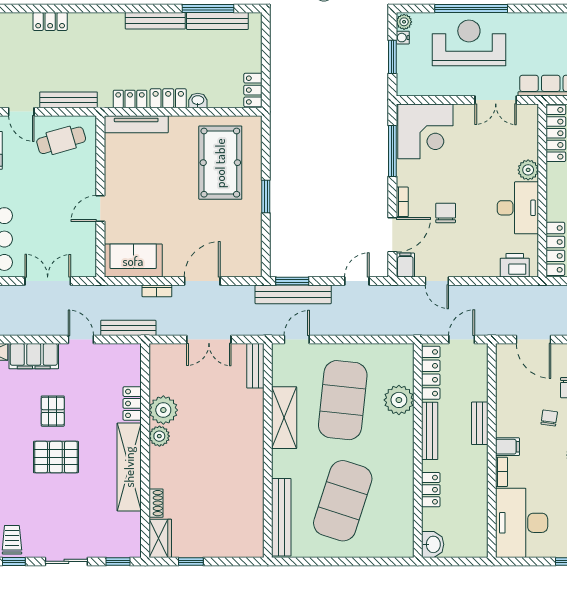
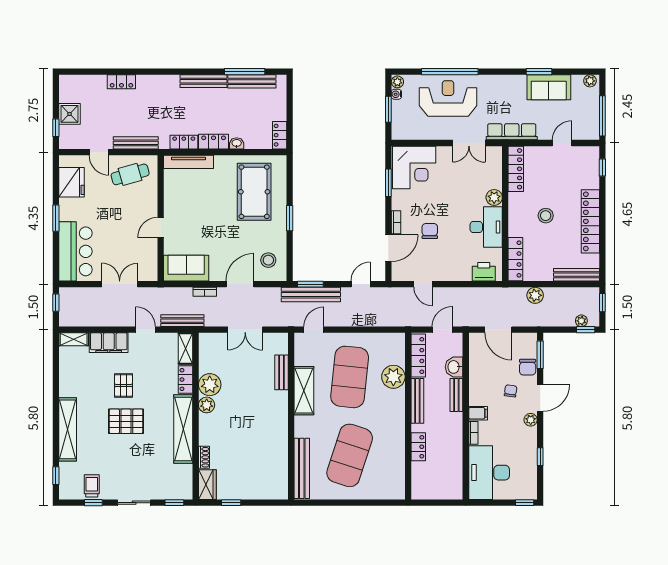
window: (392, 151) -> (388, 183), width x0.69
stool: (238, 250) -> (268, 260), added
filing cabinet: (405, 265) -> (398, 272), removed
shelving: (132, 364) -> (185, 349), added
bench: (255, 366) -> (281, 372), moved
washbasin: (433, 544) -> (454, 367), moved, turned 180

